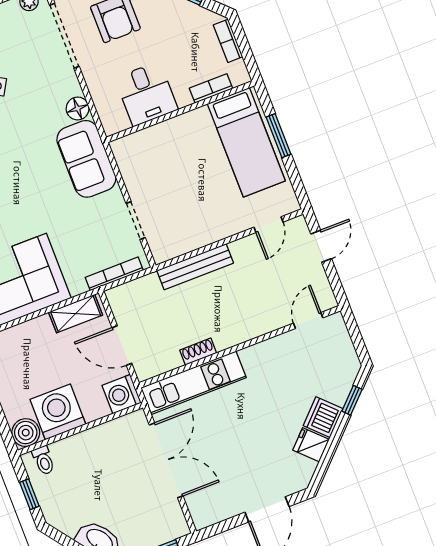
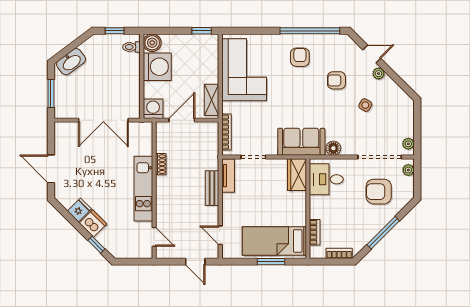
desk: (146, 94) -> (326, 179), moved
wardrobe: (137, 147) -> (297, 175), added
tv unit: (177, 247) -> (228, 176), added
bench: (195, 267) -> (212, 188), width x0.73
kitchen unit: (194, 383) -> (143, 189), moved

